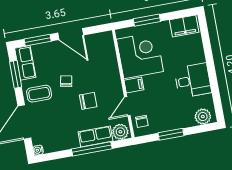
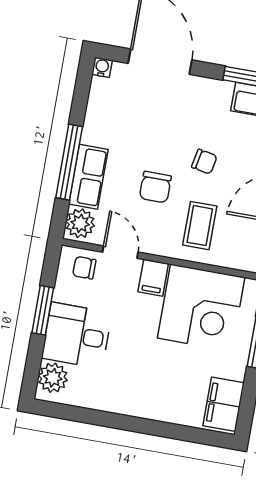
desk: (193, 80) -> (77, 335), moved, turned 90
coffee table: (39, 94) -> (200, 226), moved

